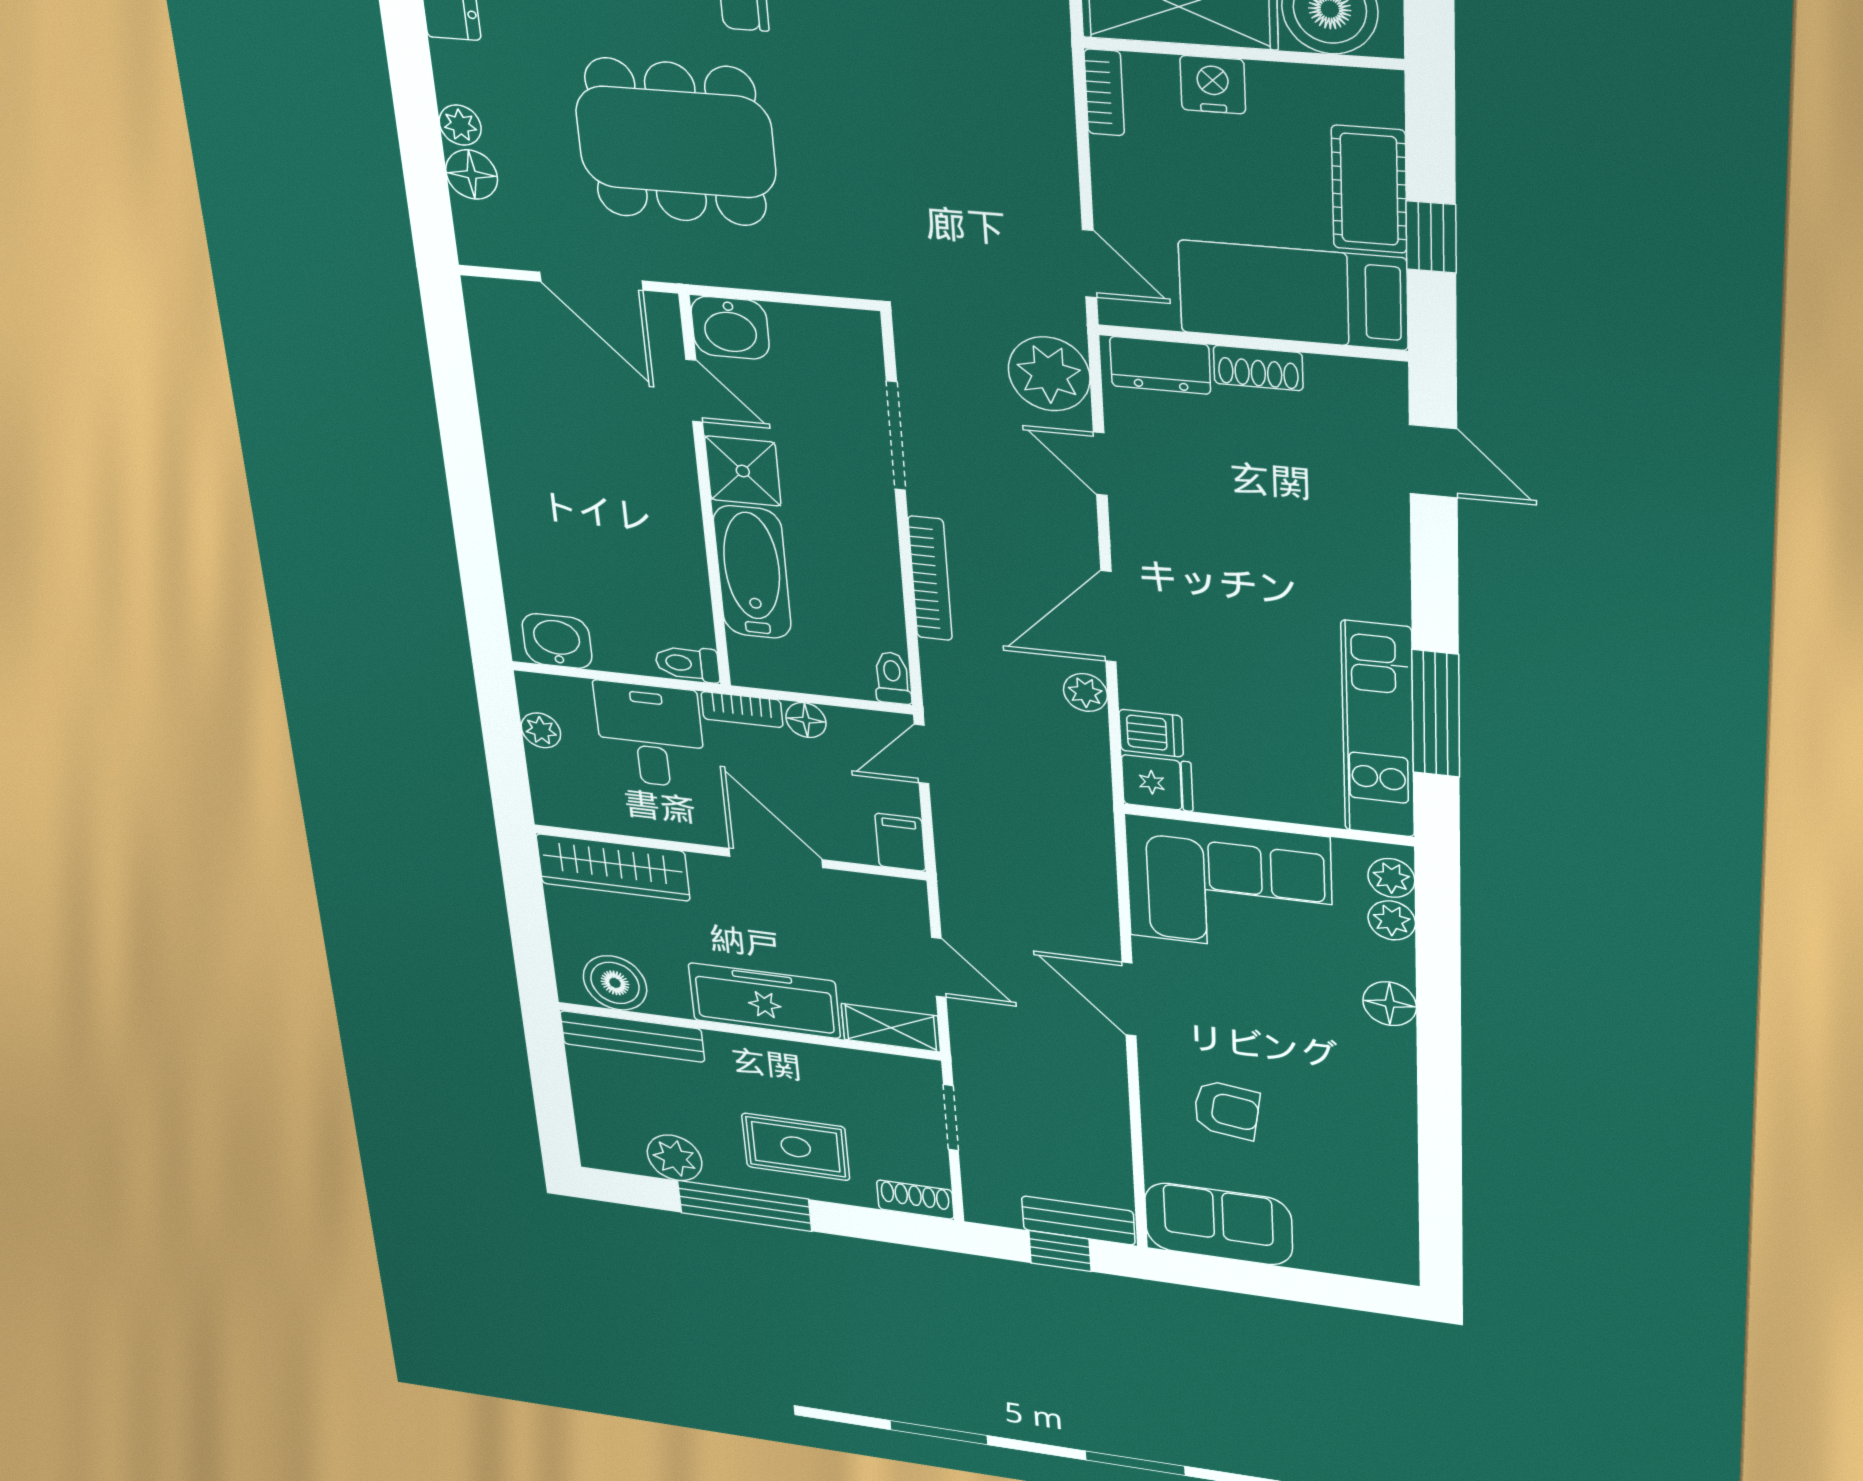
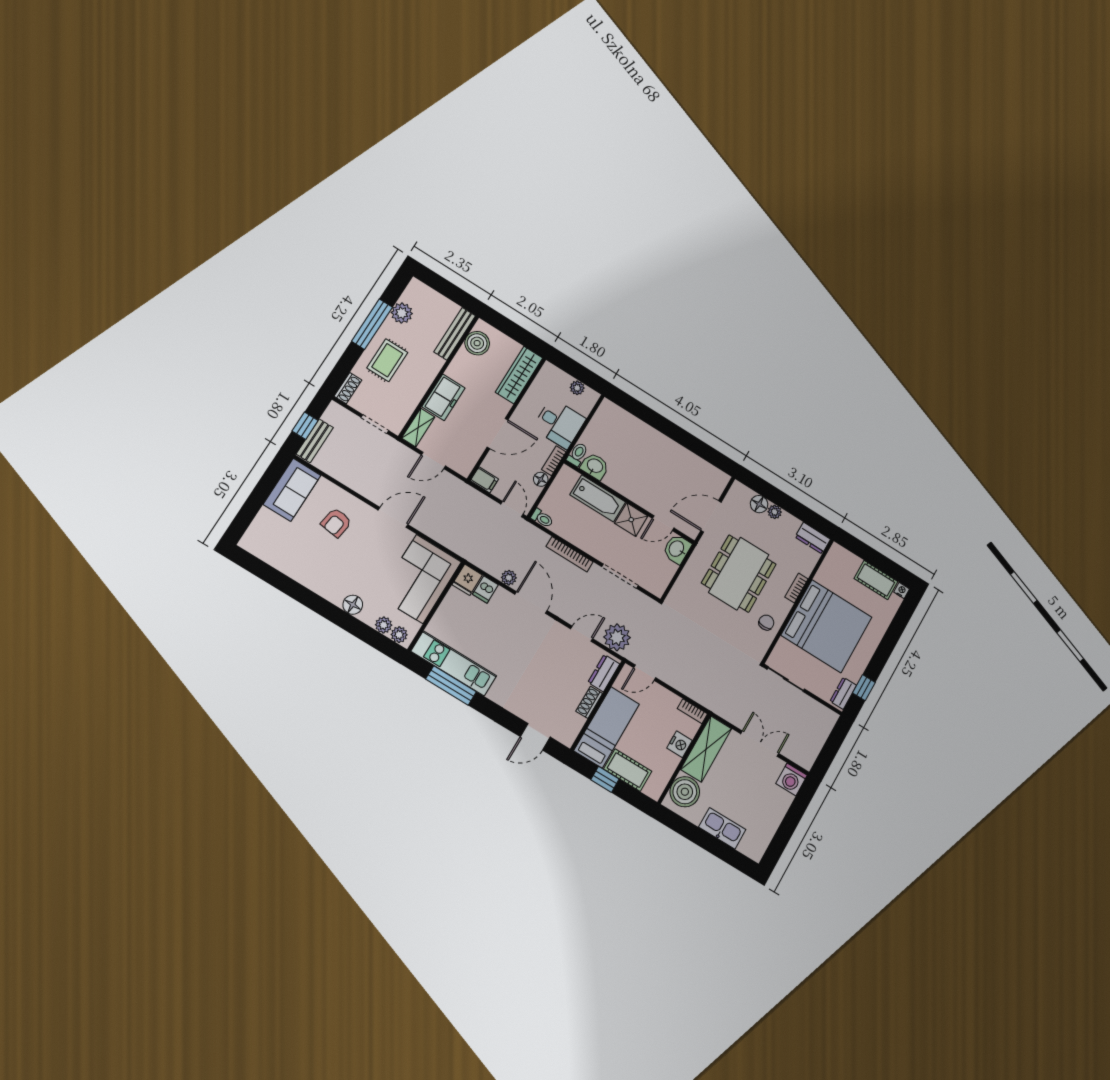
washbasin: (557, 641) -> (595, 466), moved, turned -90
freezer: (764, 1001) -> (443, 397), width x0.71

